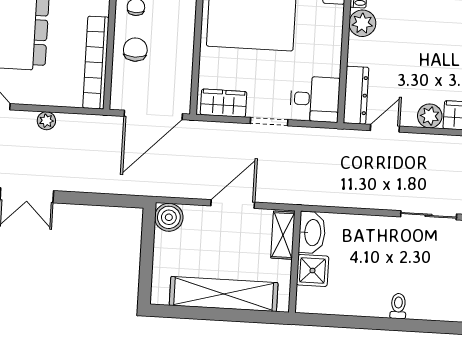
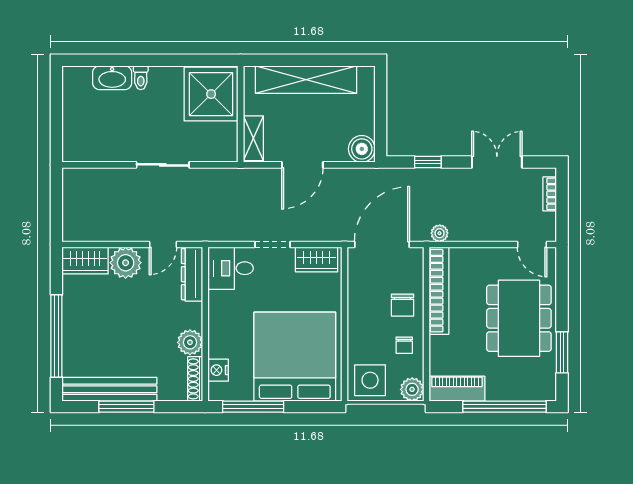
plant: (430, 116) -> (126, 263), width x1.36, depth x1.36
plant: (46, 121) -> (440, 233), moved
window: (100, 199) -> (428, 162), added
sliding door: (429, 215) -> (163, 165), moved
washbasin: (312, 233) -> (112, 78), moved, turned -90
shower: (312, 271) -> (211, 94), width x1.86, depth x1.86

